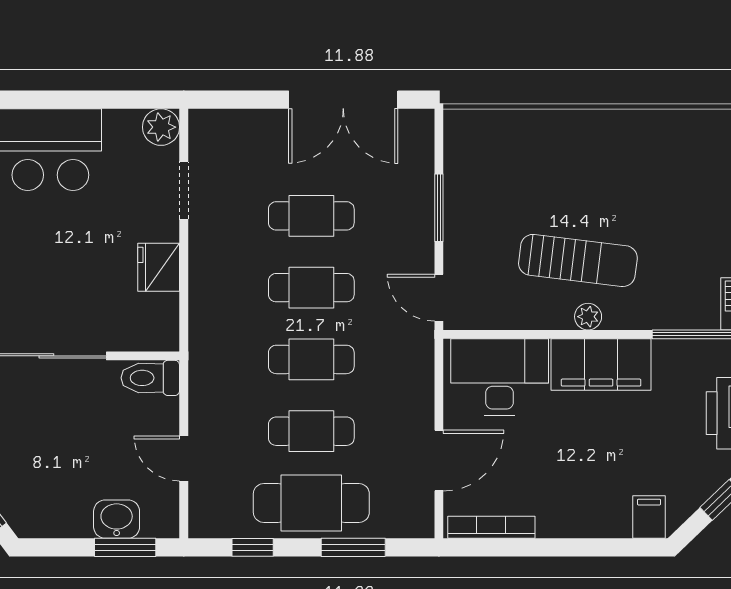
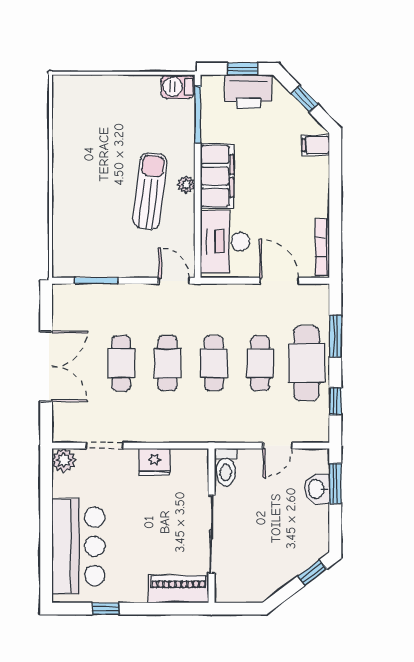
double door: (343, 100) -> (46, 366), moved
window: (439, 208) -> (96, 281), moved
door: (439, 298) -> (174, 281), swing flipped

